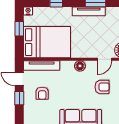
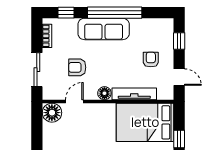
tv unit: (42, 65) -> (134, 94), moved
window: (19, 98) -> (179, 41), moved

